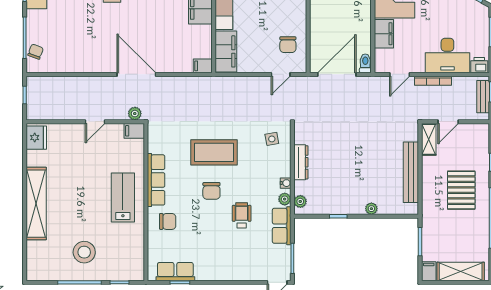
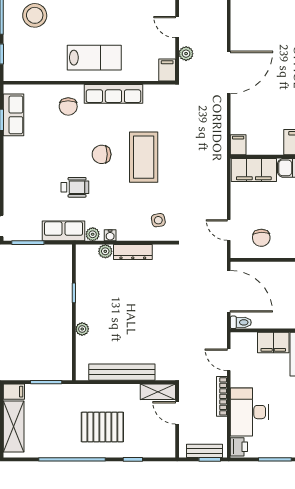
chair: (288, 45) -> (261, 238), turned -92
plant: (135, 114) -> (186, 54), moved
plant: (300, 201) -> (105, 251), moved

